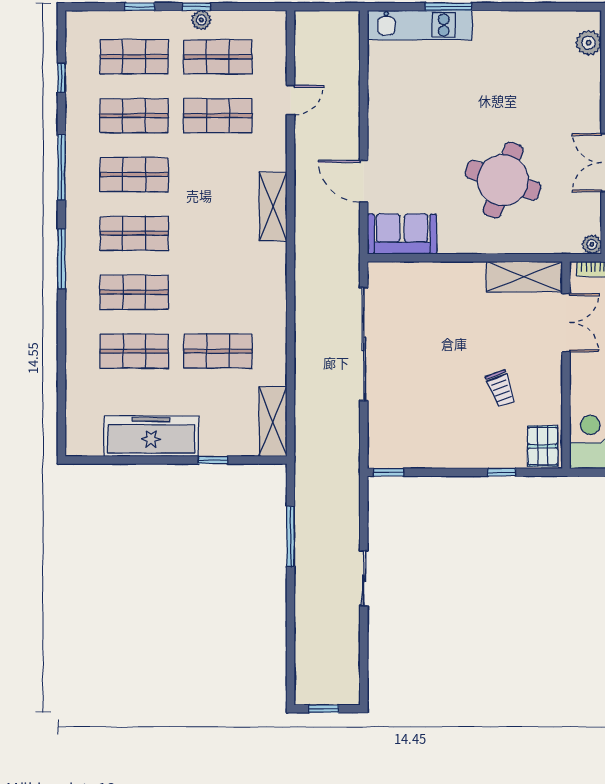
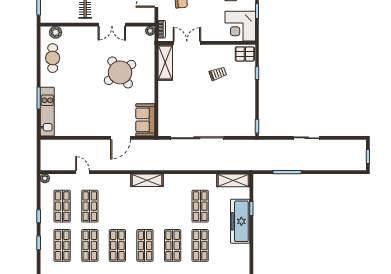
plant: (201, 20) -> (45, 178), moved
cafe table: (534, 36) -> (53, 58), added
round table: (503, 180) -> (120, 72), turned 36
shelving: (273, 206) -> (147, 180), moved
freezer: (151, 436) -> (240, 221), moved

